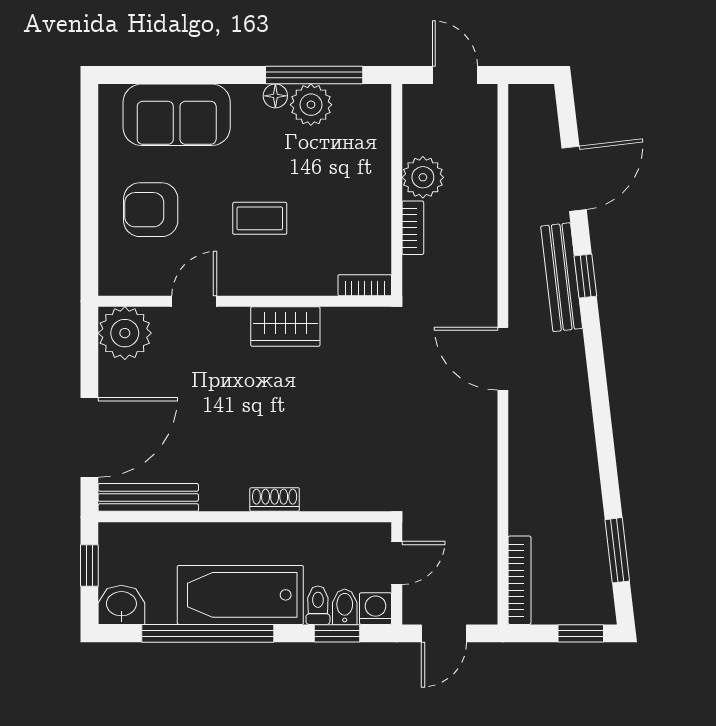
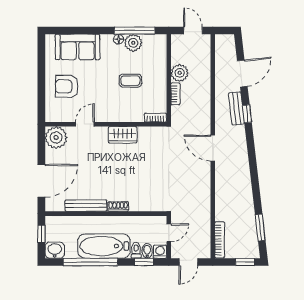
coffee table: (260, 218) -> (130, 81), moved
bench: (562, 277) -> (236, 108), width x0.73
bench: (148, 497) -> (86, 206), moved

